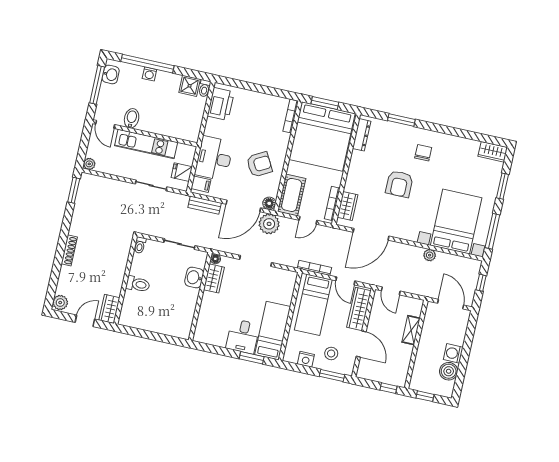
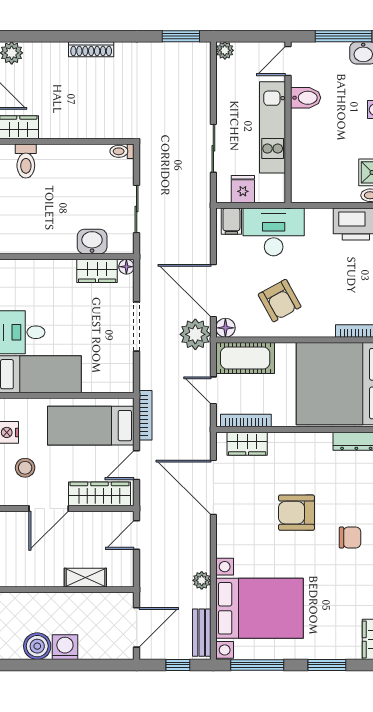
bench: (205, 205) -> (202, 633), moved
toilet: (138, 284) -> (26, 161), moved

